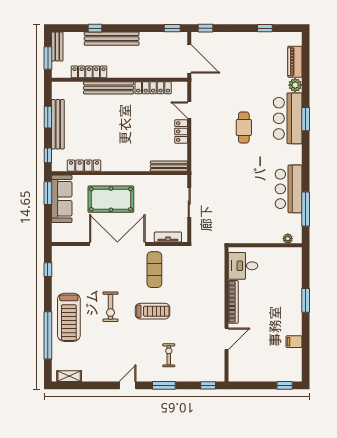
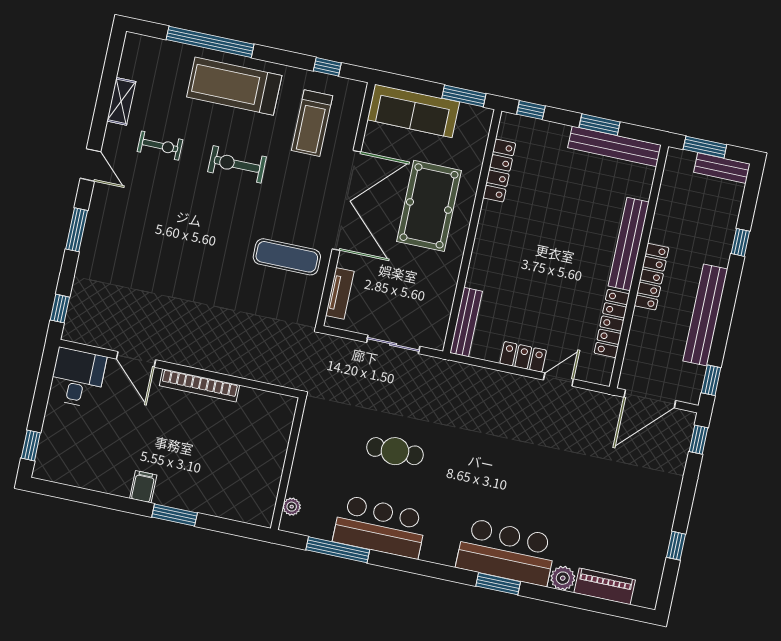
bench: (112, 39) -> (705, 315), moved
locker: (89, 72) -> (651, 277), moved
bench: (58, 124) -> (614, 146), moved
cafe table: (244, 127) -> (395, 451), moved
sofa: (62, 199) -> (413, 111), moved
desk: (243, 266) -> (77, 378), moved
treadmill: (153, 311) -> (312, 123), moved
filing cabinet: (294, 342) -> (143, 487), moved
exercise bike: (169, 355) -> (160, 146), moved
shelving: (69, 376) -> (121, 101), moved

